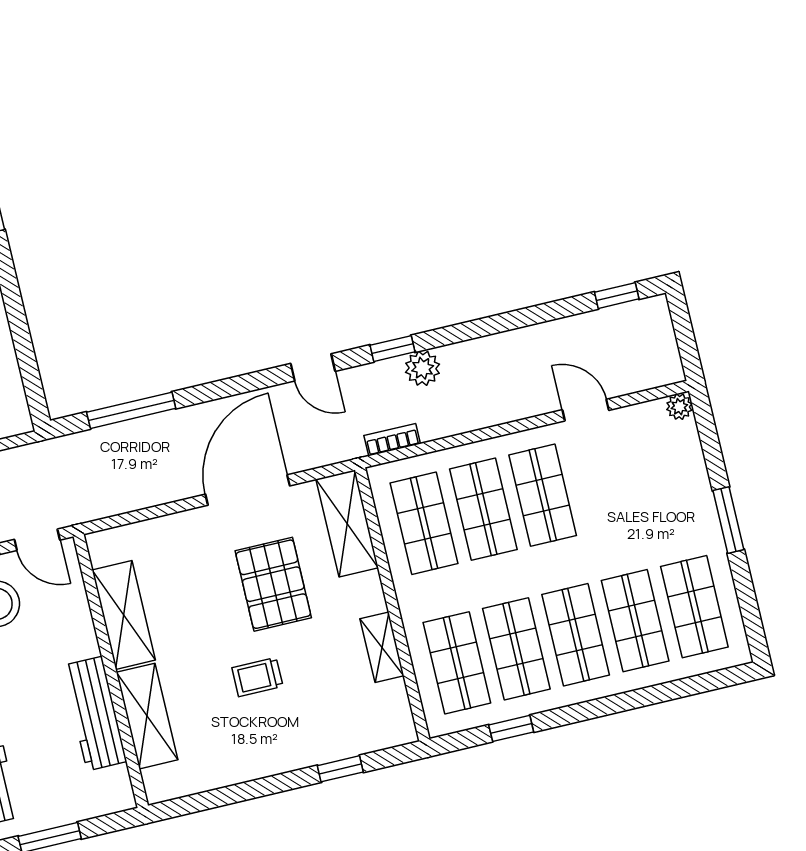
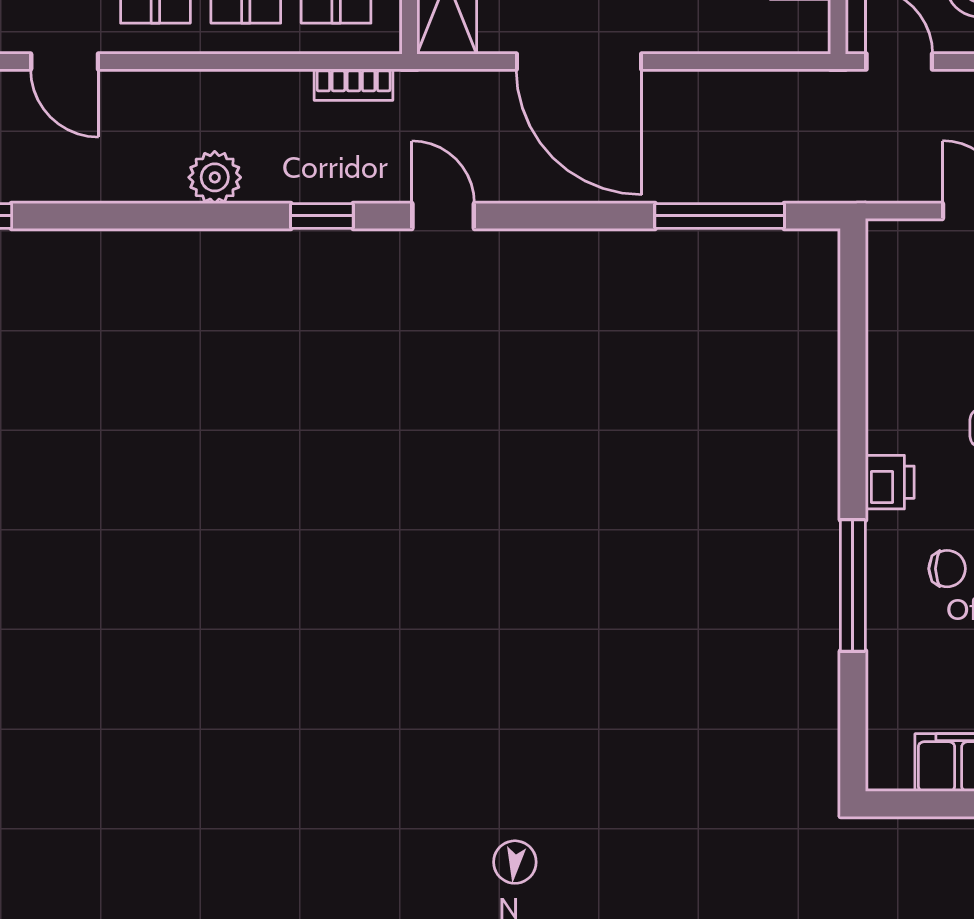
plant: (423, 368) -> (215, 177), moved
door: (248, 490) -> (579, 62), hinge flipped

